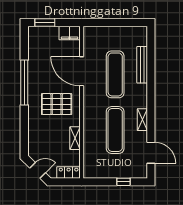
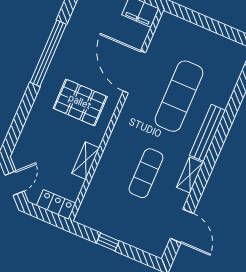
bench: (142, 65) -> (207, 133), moved
exercise mat: (115, 130) -> (146, 173), width x0.73, depth x0.69
door: (38, 170) -> (14, 183), hinge flipped
window: (123, 182) -> (108, 242), moved

